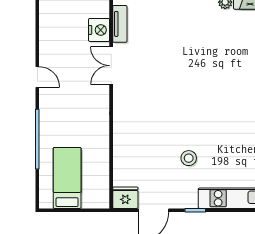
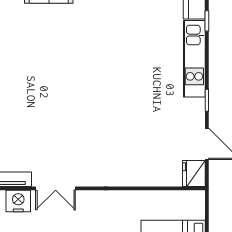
stool: (189, 158) -> (152, 107), removed

